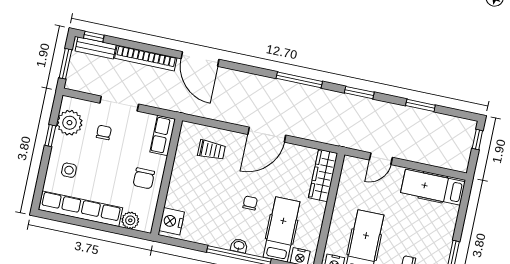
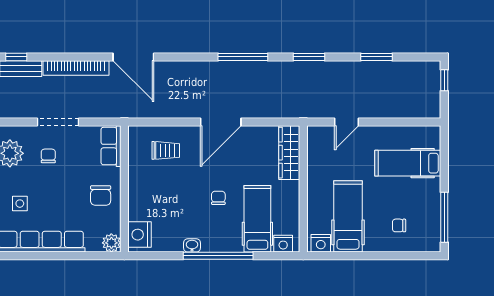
hospital bed: (433, 187) -> (408, 163), moved
plant: (130, 220) -> (111, 243), moved
washbasin: (239, 246) -> (192, 245), moved

